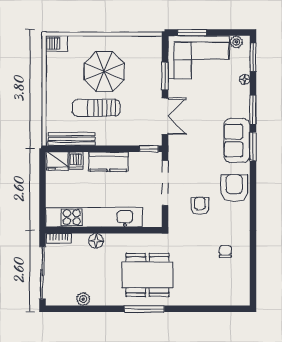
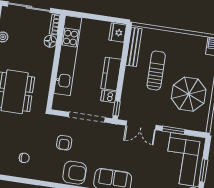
window: (192, 33) -> (204, 171), moved
parasol: (104, 71) -> (189, 94), moved
dishwasher: (76, 161) -> (109, 96), moved
armchair: (200, 206) -> (64, 143), turned 90
floor lamp: (96, 241) -> (50, 41), moved

